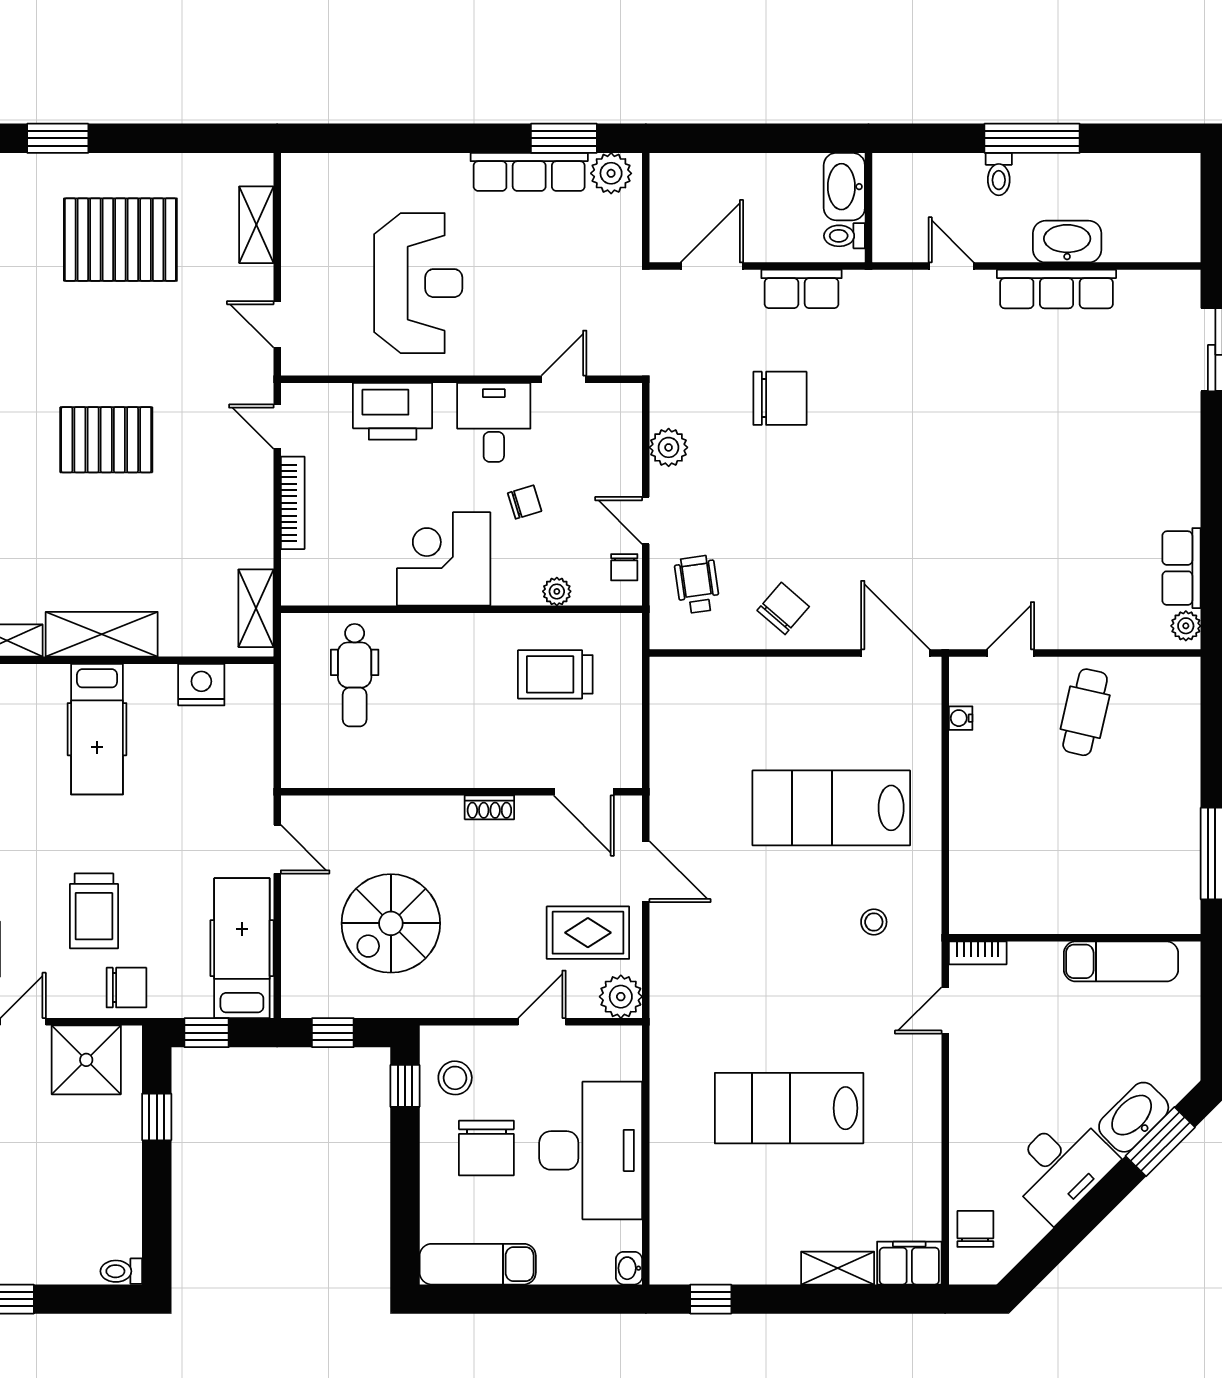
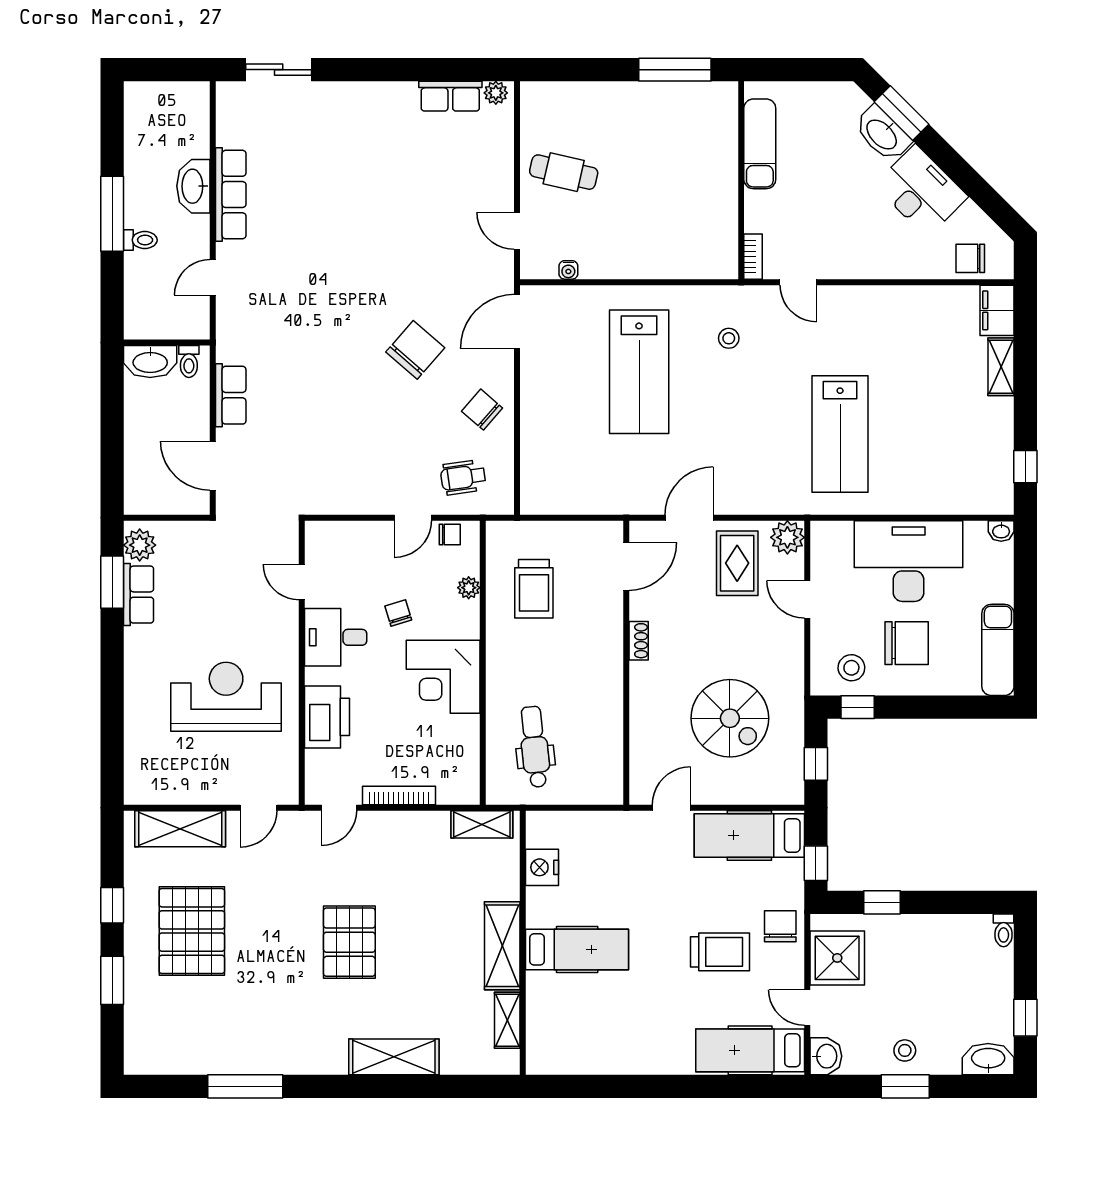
window: (153, 138) -> (112, 905), added
row of seats: (529, 172) -> (139, 595), width x0.68
shelving: (256, 225) -> (180, 829), width x1.50, depth x1.33
chair: (780, 398) -> (415, 350), moved, turned 41
plant: (669, 447) -> (355, 500), removed
dental chair: (355, 675) -> (535, 747), turned -96
lab bench: (789, 1108) -> (840, 434), moved

